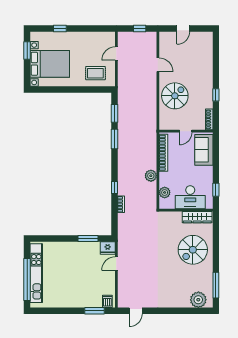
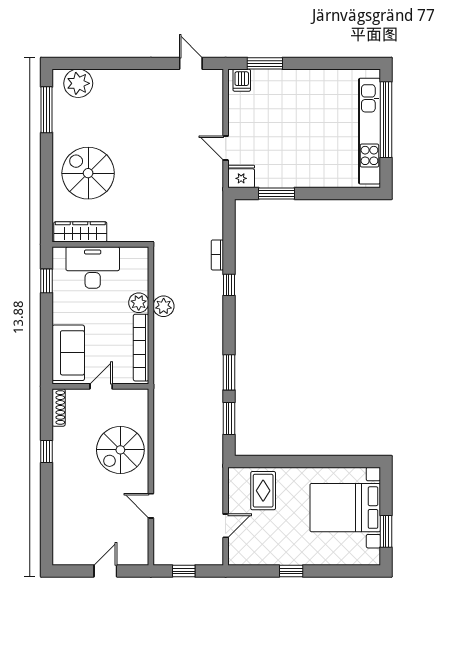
window: (60, 28) -> (291, 571), moved
rug: (95, 73) -> (263, 491), turned 90
plant: (165, 192) -> (139, 303), moved
spiral stairs: (193, 250) -> (88, 173), turned -90
door: (116, 264) -> (226, 148), swing flipped
door: (136, 311) -> (191, 63), hinge flipped

